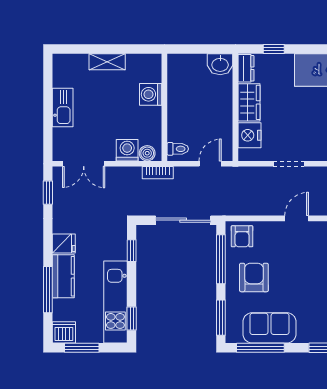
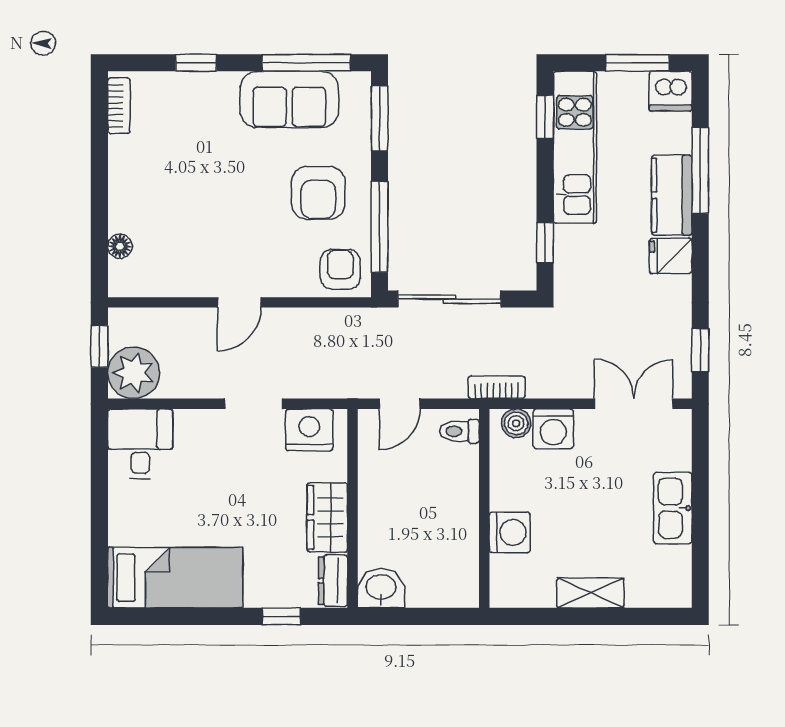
nightstand: (249, 135) -> (309, 430), moved, turned -90

